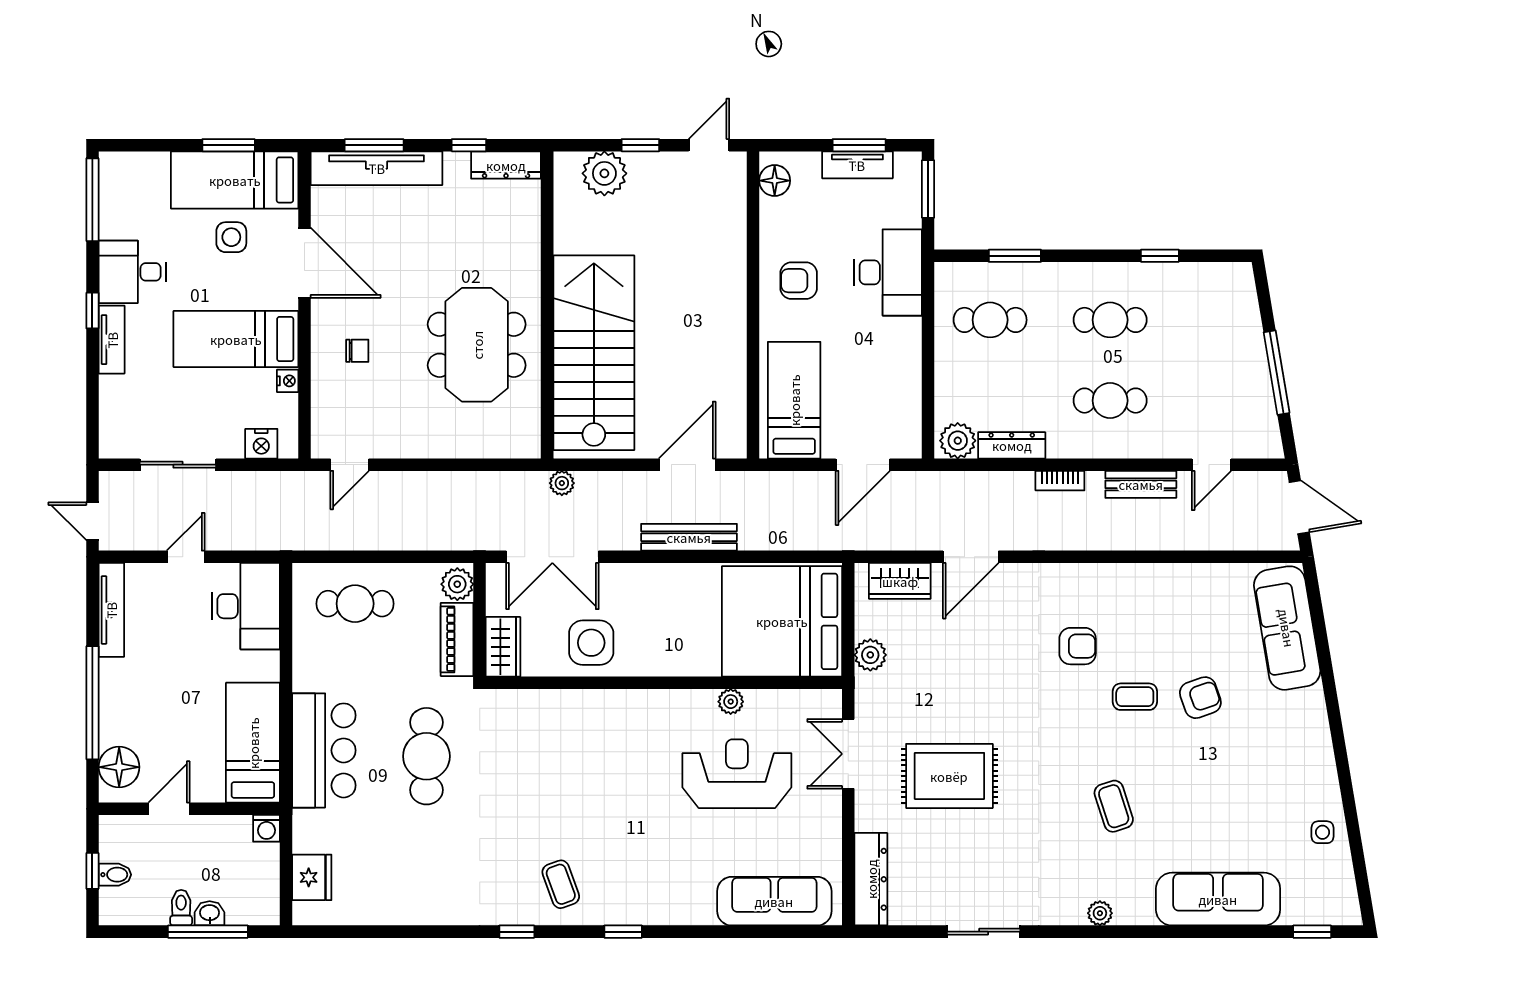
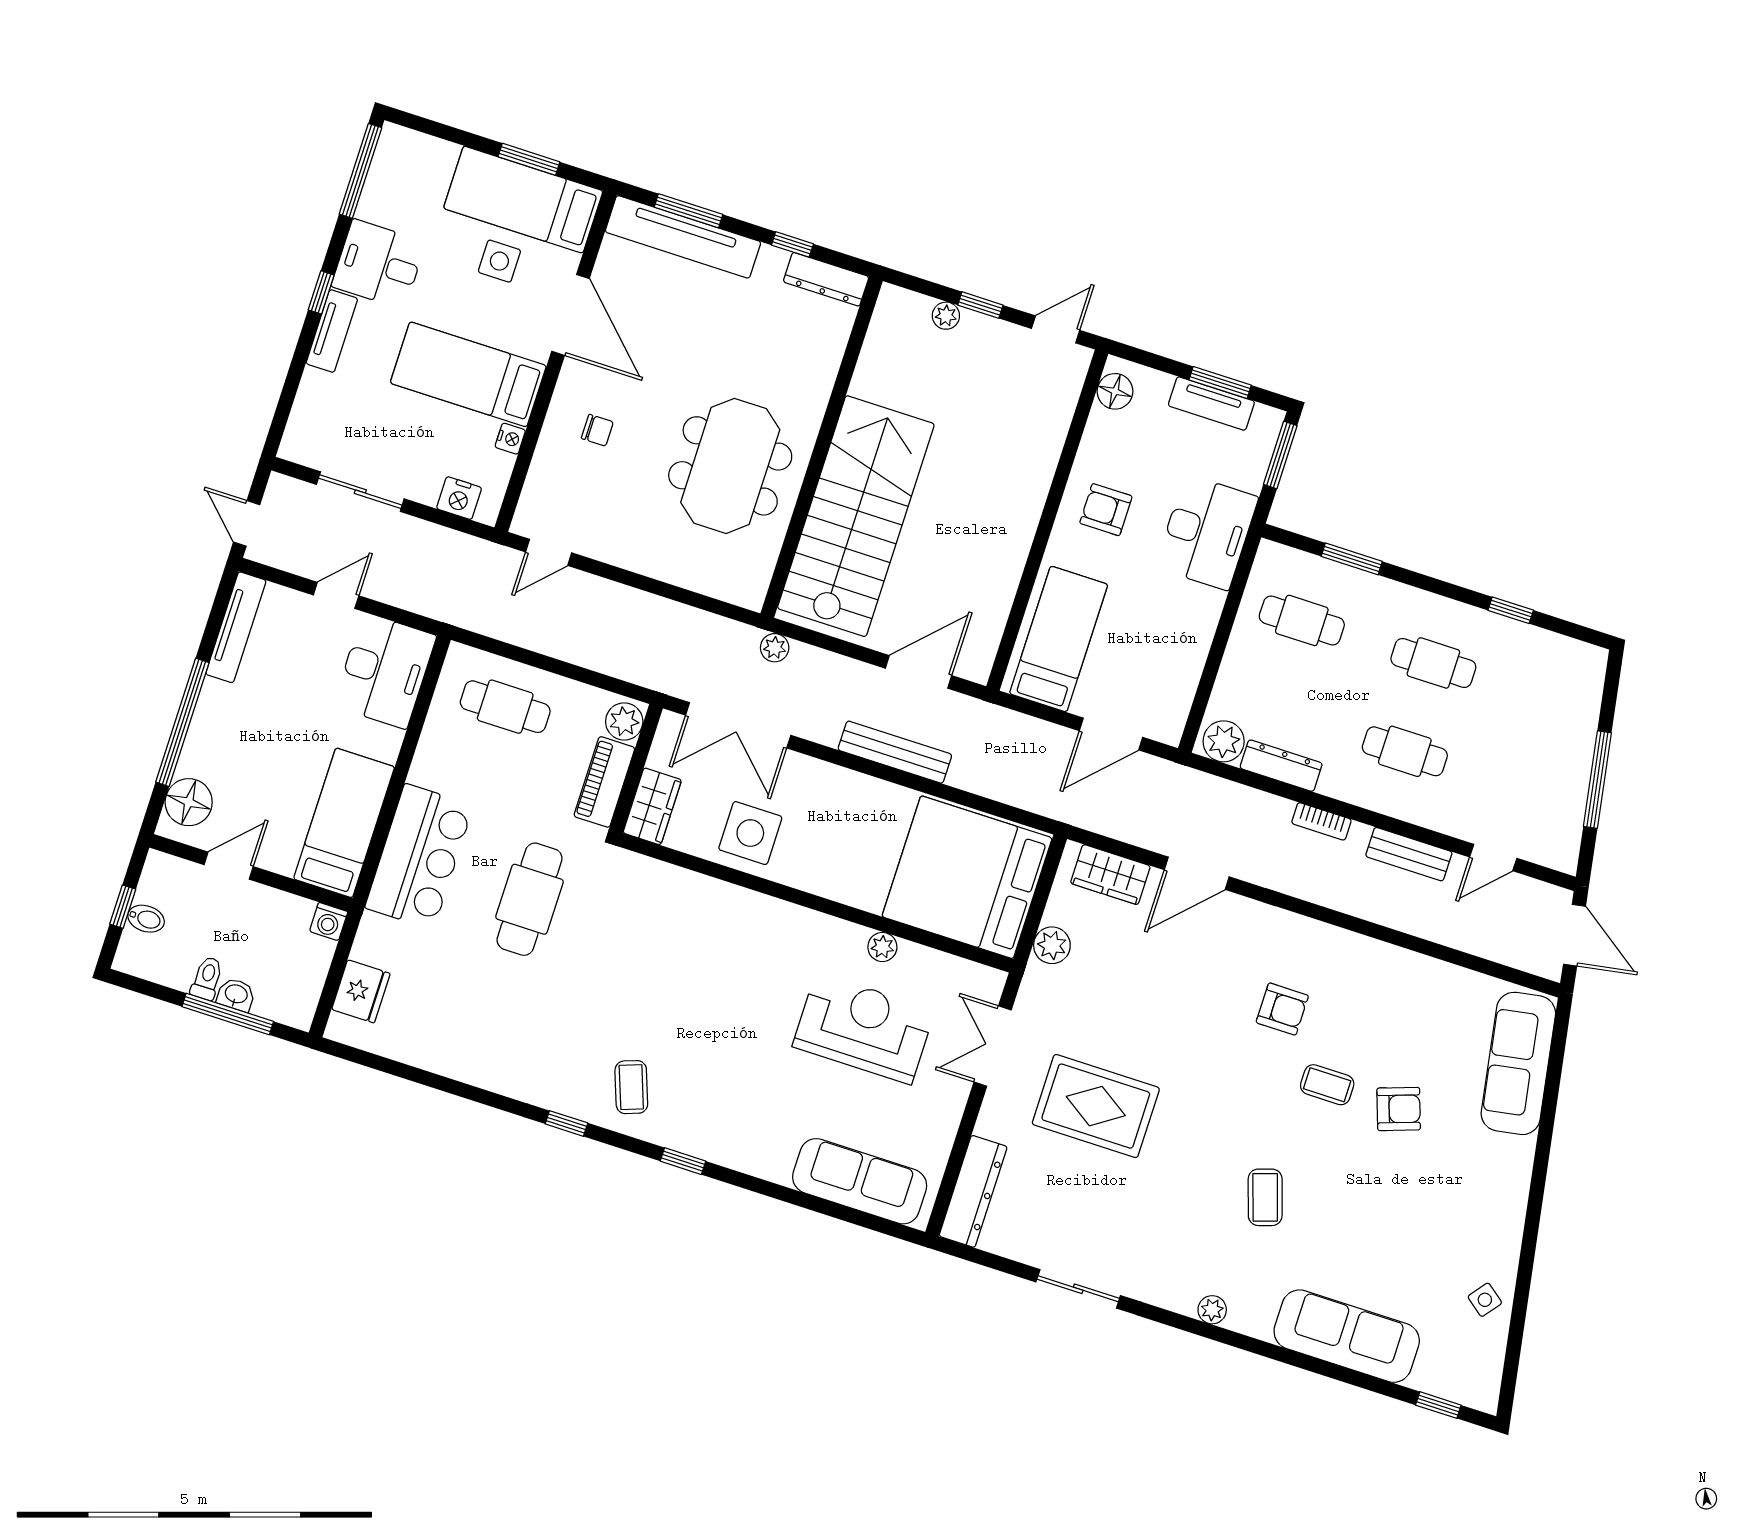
plant: (604, 173) -> (946, 316), width x0.53, depth x0.53
side table: (1322, 832) -> (1485, 1300), turned 38

